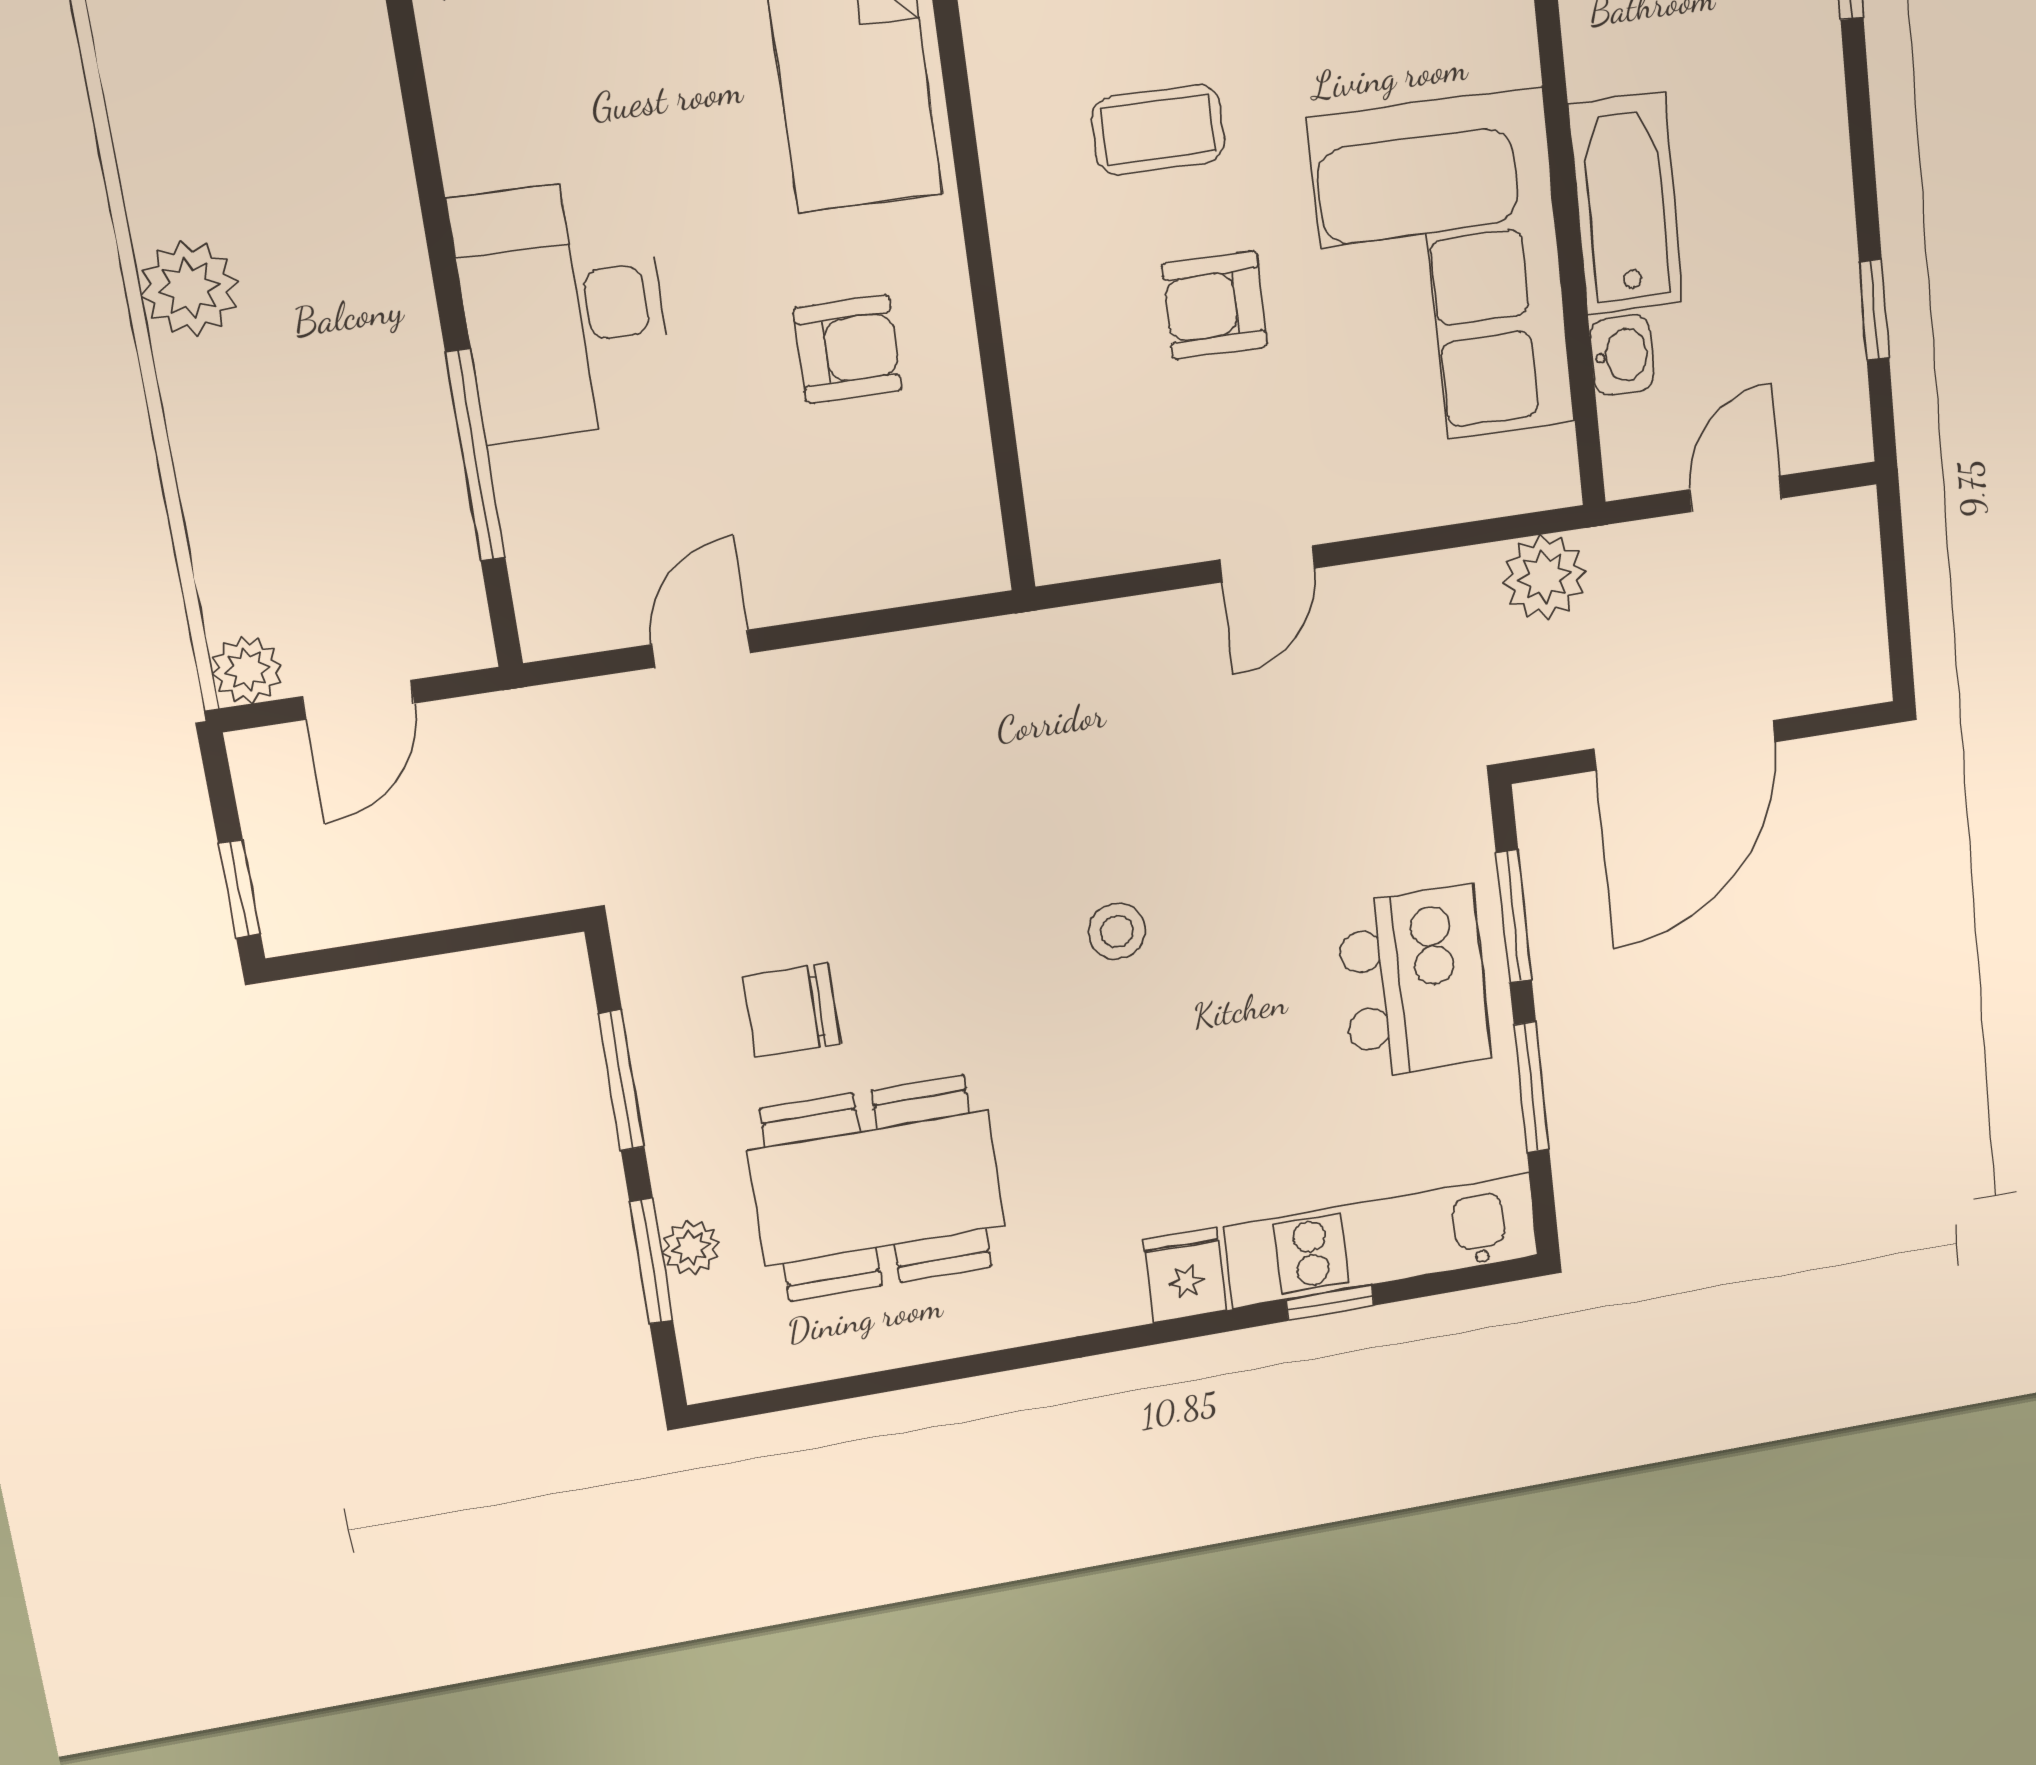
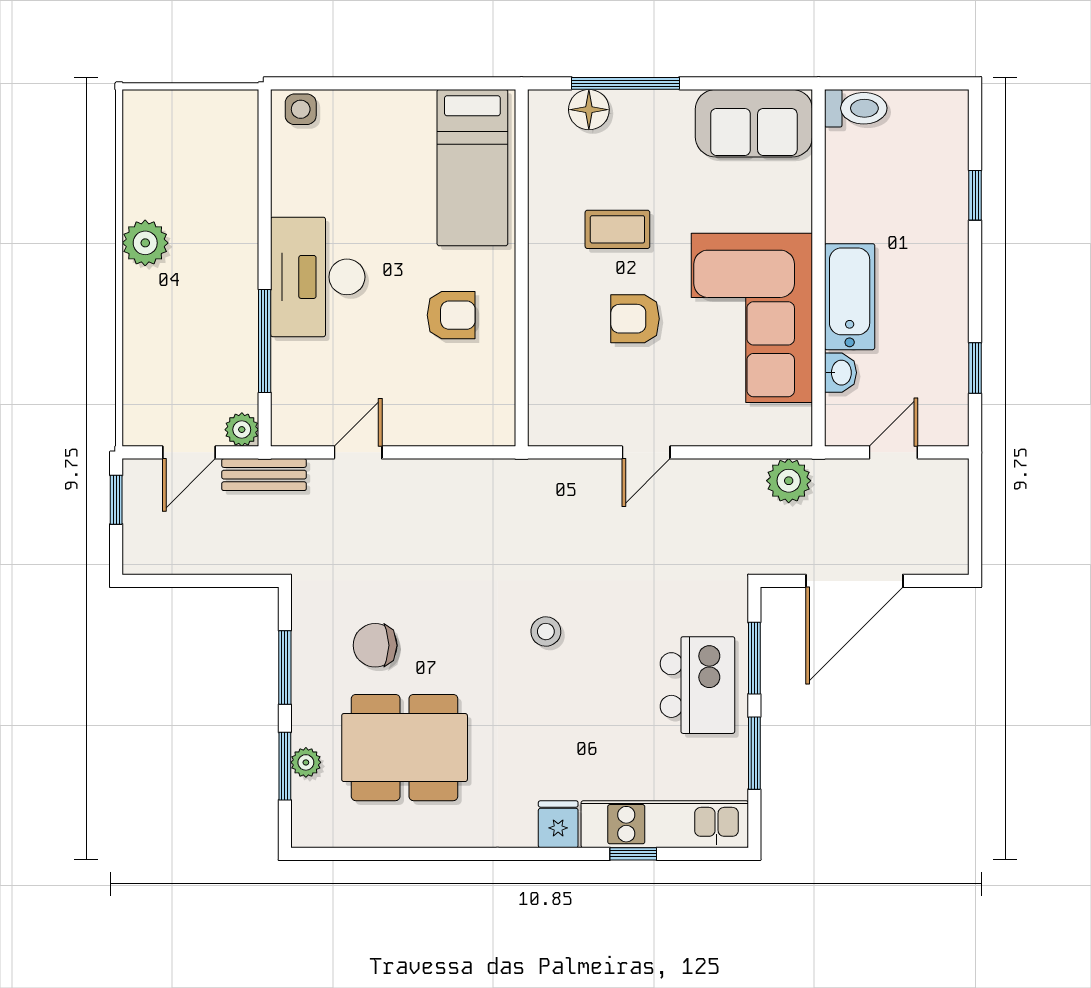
plant: (247, 670) -> (242, 430), moved
bench: (519, 720) -> (264, 475), added
window: (239, 889) -> (116, 500), moved

